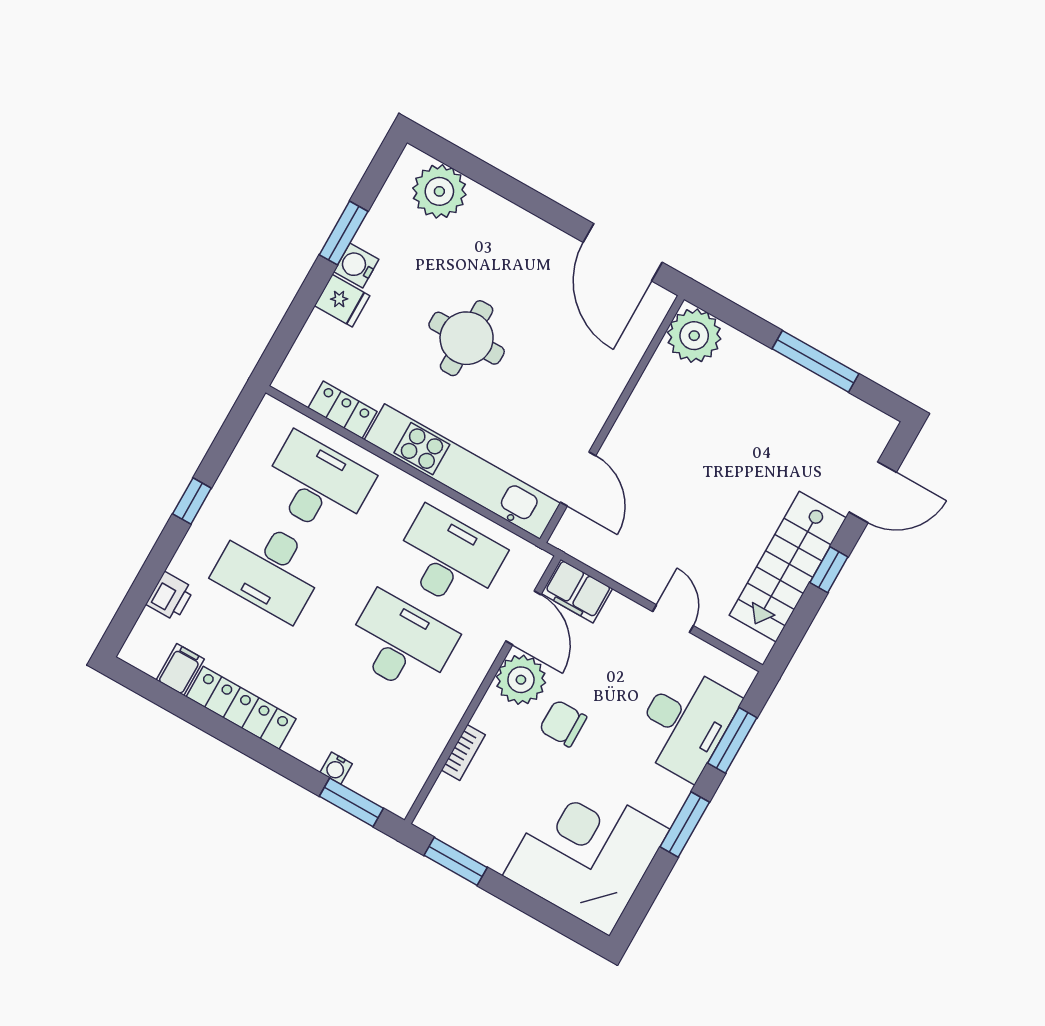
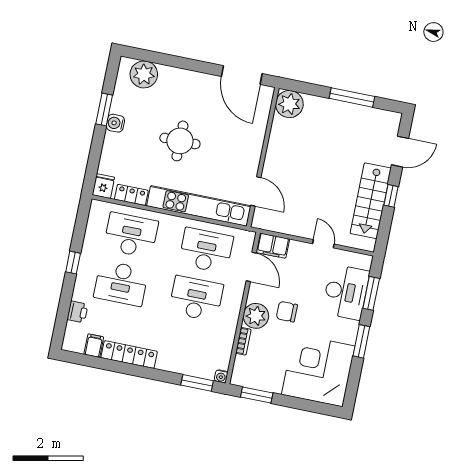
fridge: (342, 301) -> (103, 186), moved, turned -90
plant: (521, 680) -> (256, 316), moved
water cooler: (336, 768) -> (221, 376), moved

